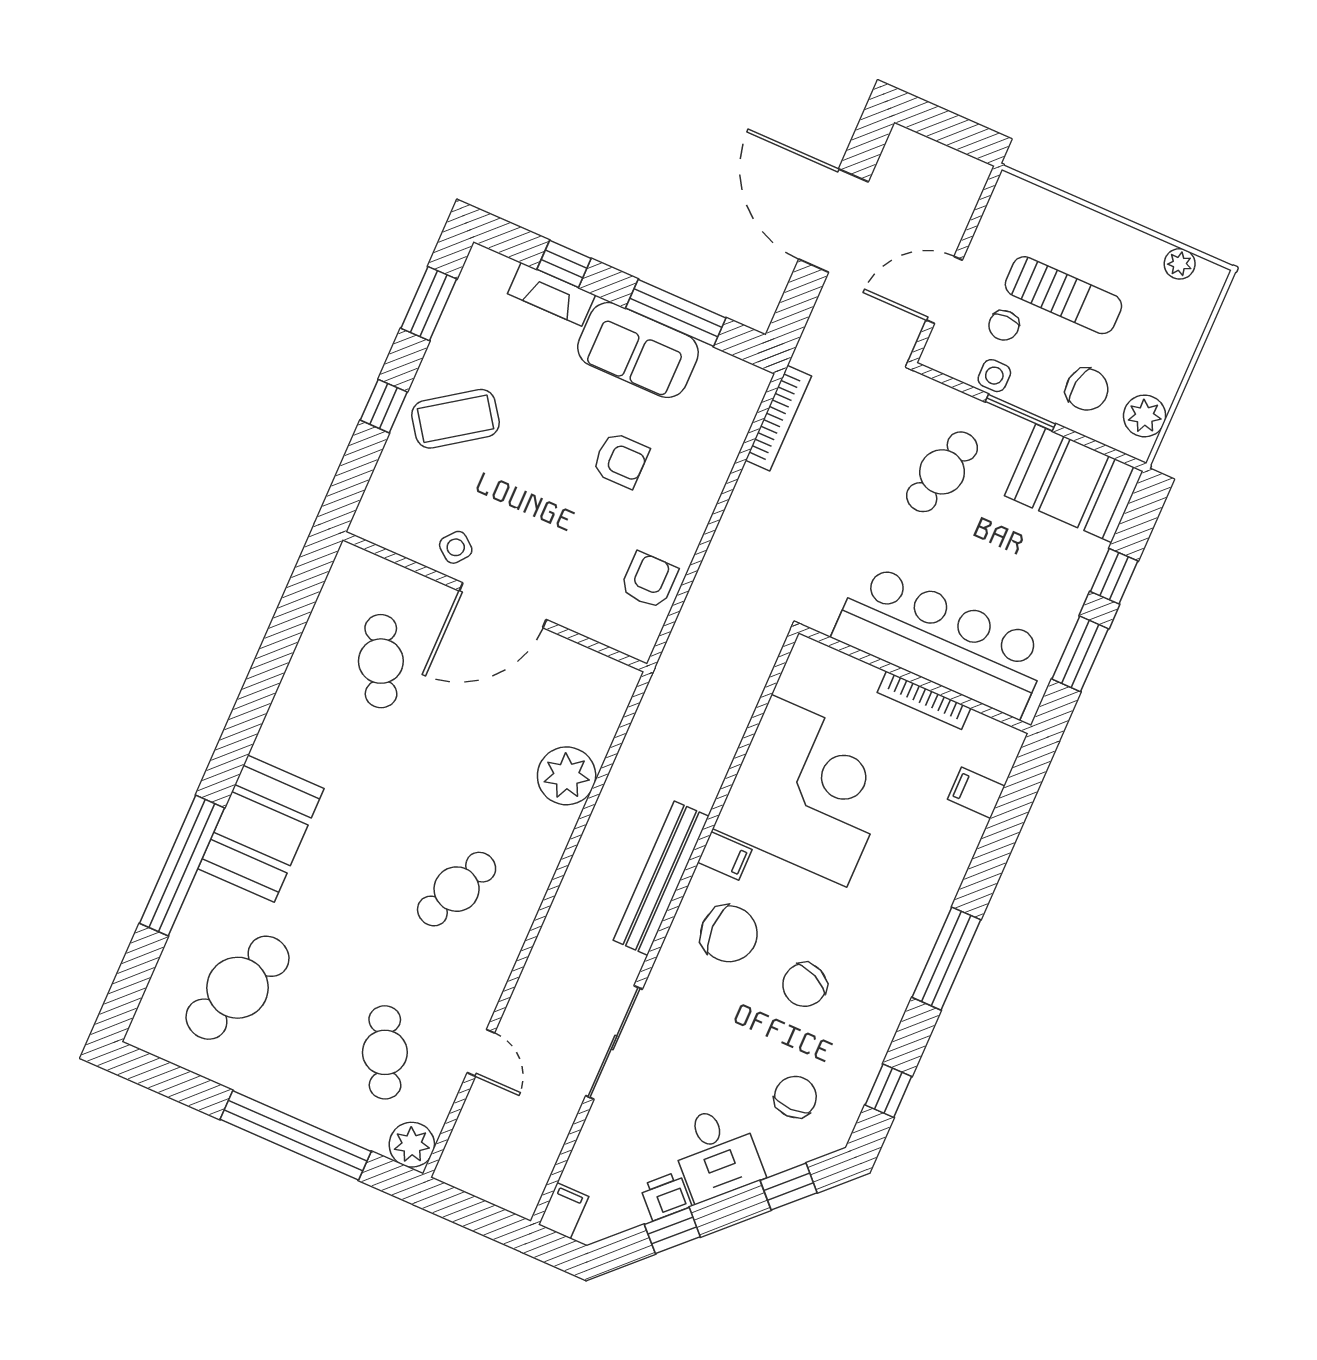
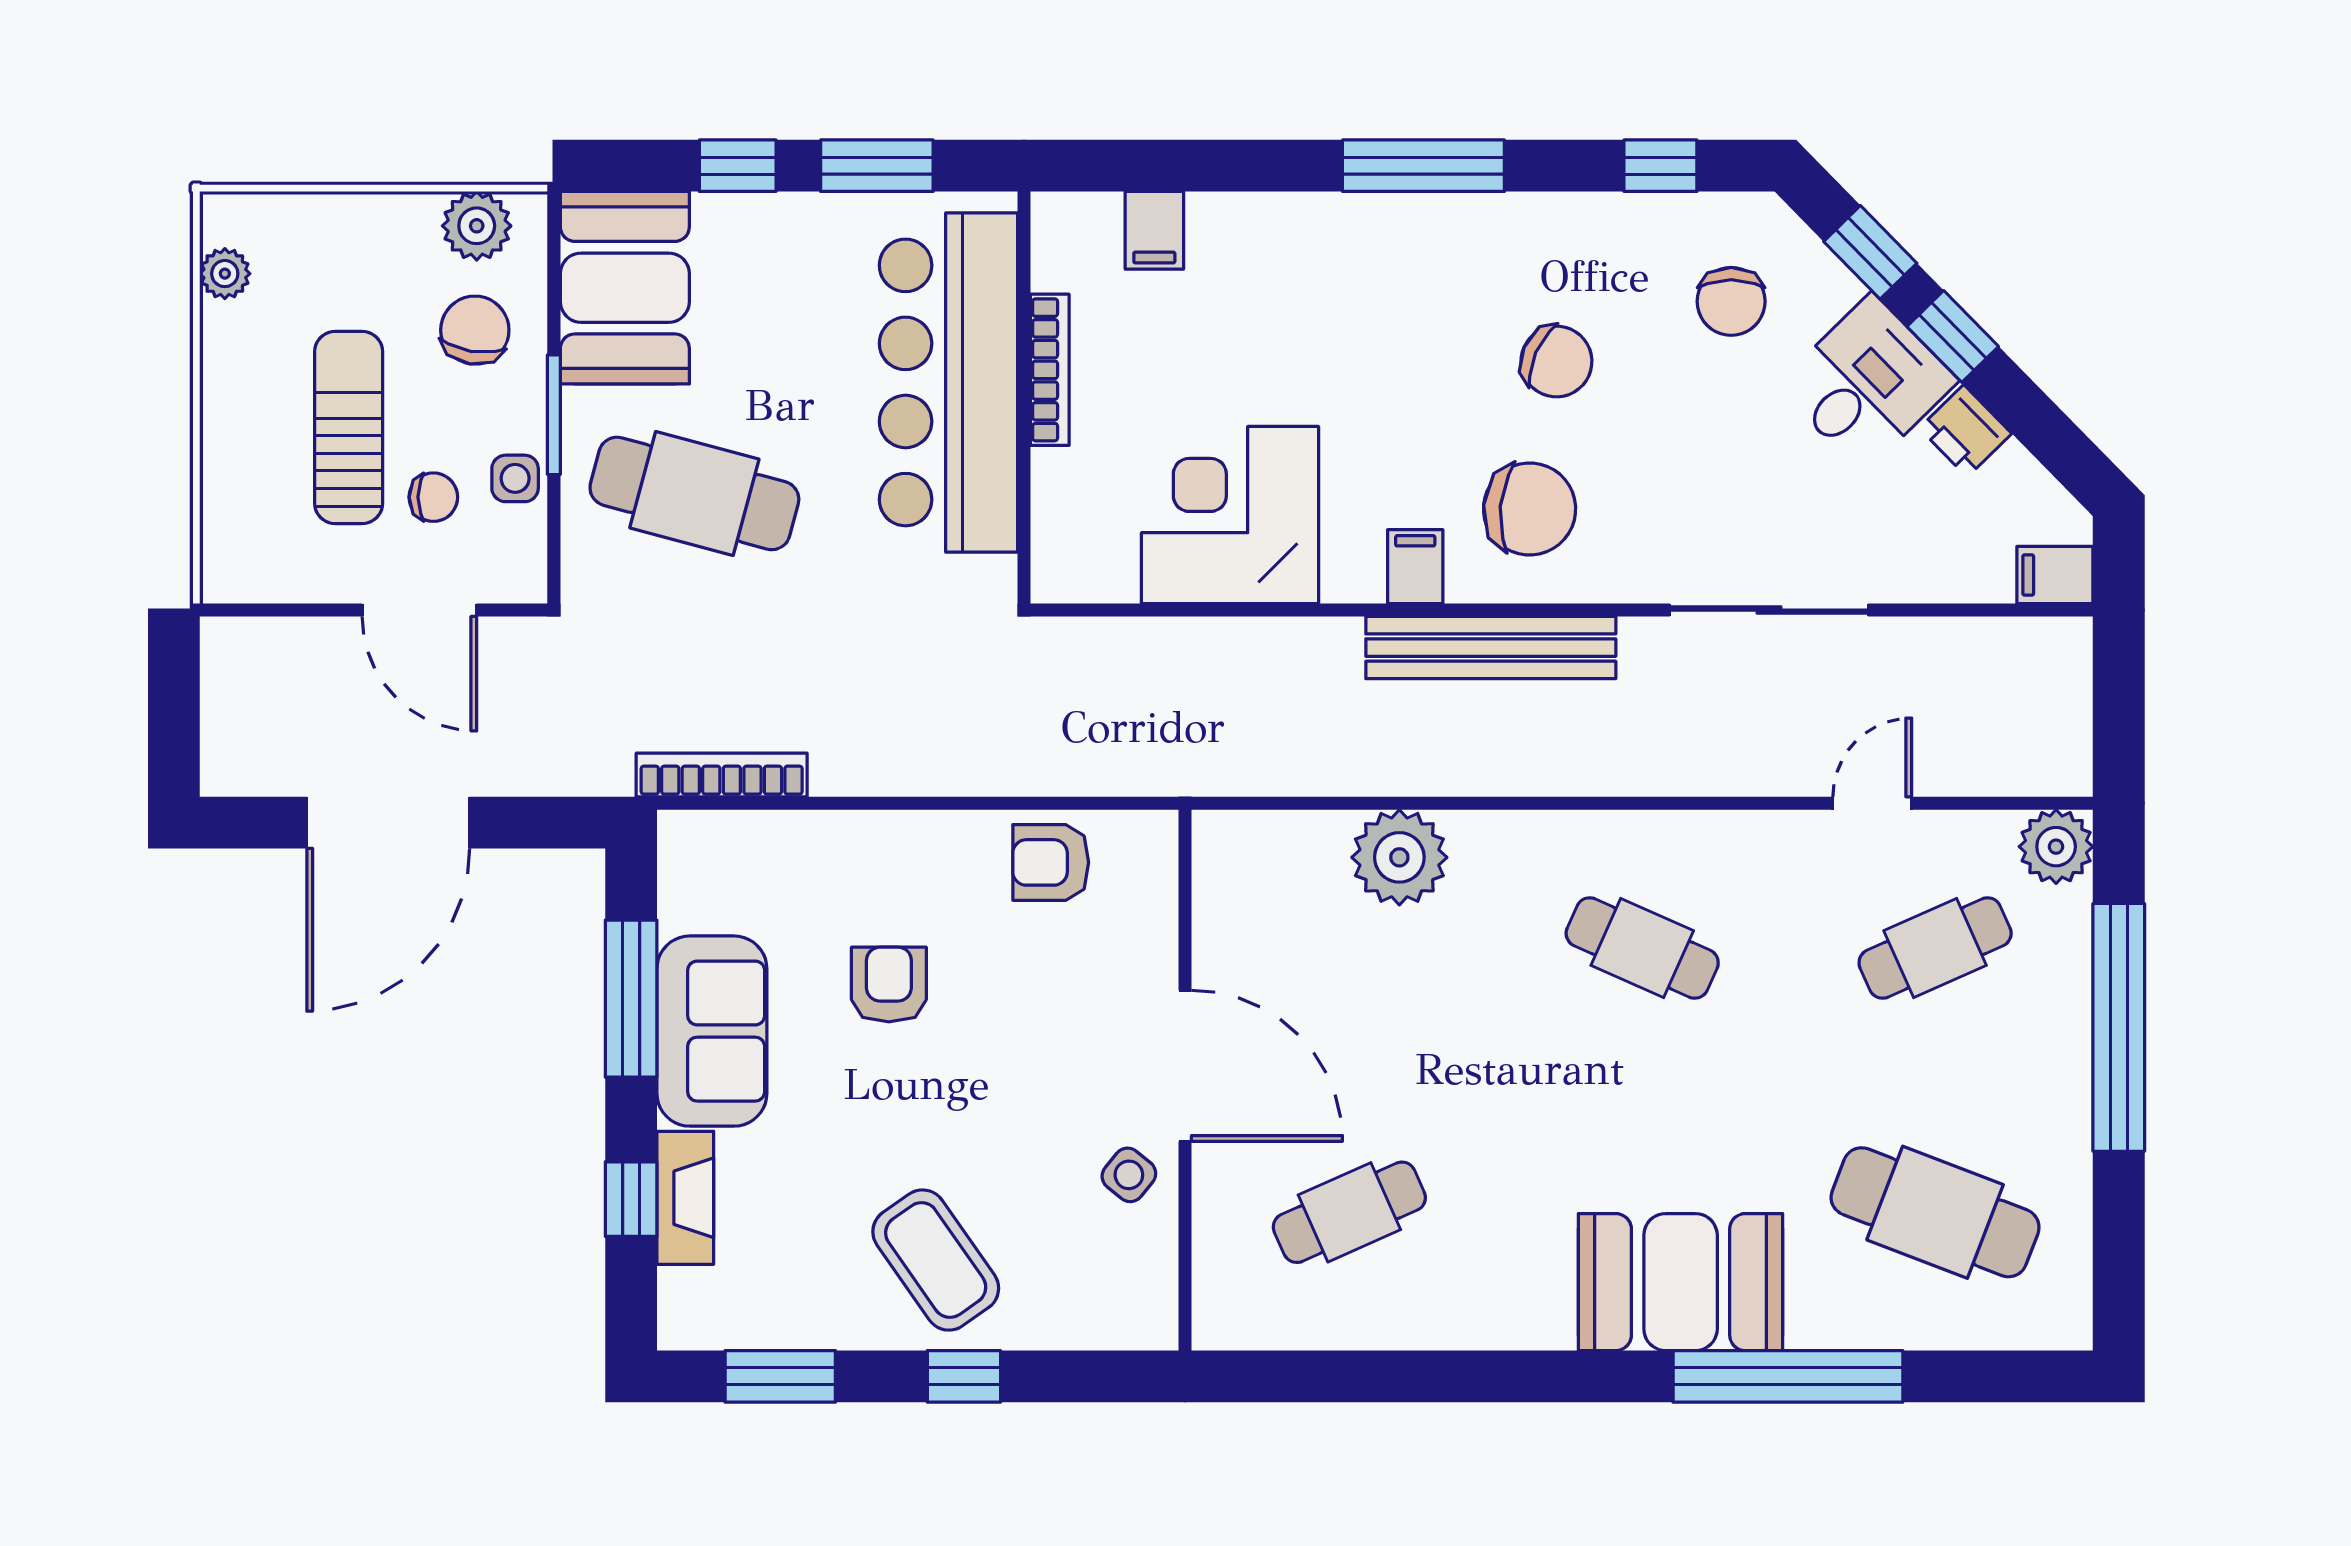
cafe table: (942, 472) -> (694, 493), width x1.37, depth x1.35
corner desk: (809, 791) -> (1230, 515), width x0.74, depth x0.74
chair: (729, 934) -> (1530, 509), turned 95
chair: (795, 1097) -> (1731, 301), turned -90
window: (672, 1231) -> (1953, 336), moved

